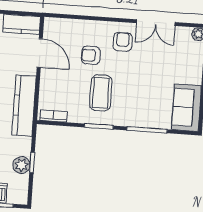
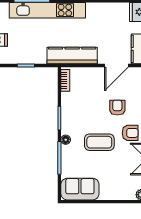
coffee table: (101, 93) -> (99, 142), moved
floor lamp: (125, 121) -> (66, 140), added
plant: (21, 165) -> (23, 57), removed

